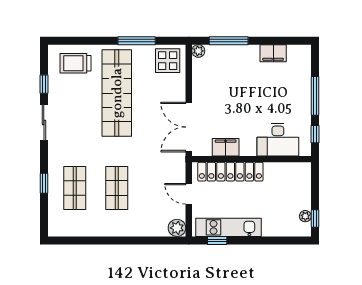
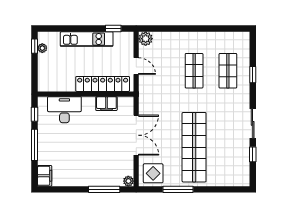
filing cabinet: (273, 53) -> (45, 176), moved, turned 90
trolley: (76, 63) -> (227, 171), removed
double door: (189, 127) -> (136, 135), moved
kitchen unit: (228, 227) -> (87, 39), moved

